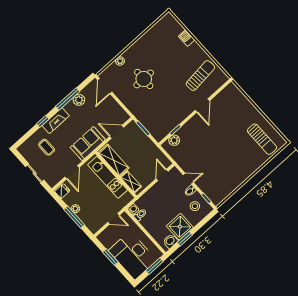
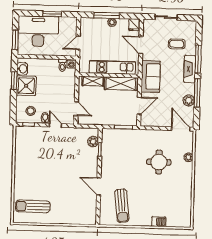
window: (43, 121) -> (198, 59), width x2.17
door: (188, 178) -> (55, 125), swing flipped

